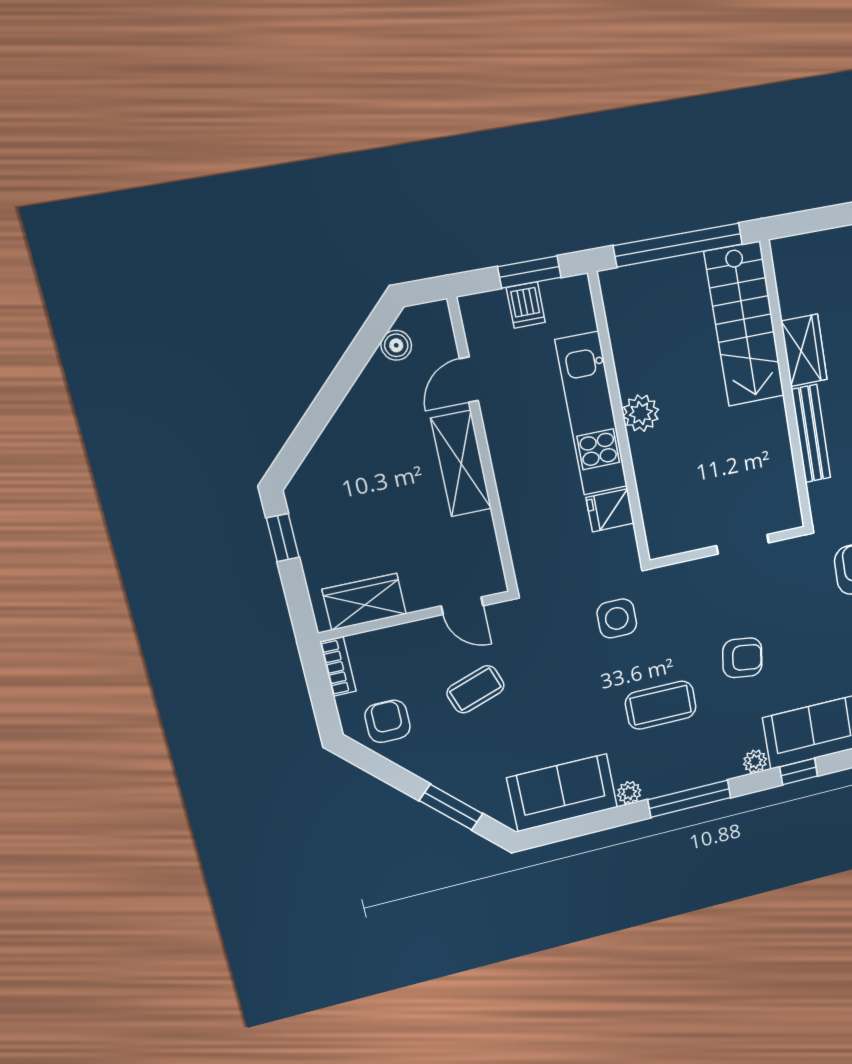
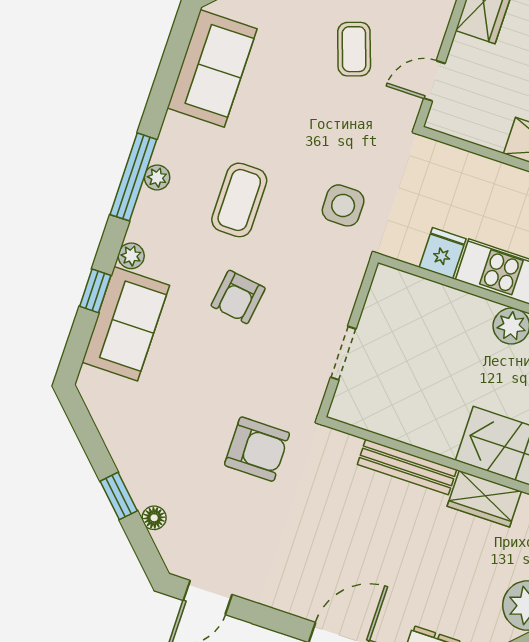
plant: (629, 793) -> (157, 178), moved

